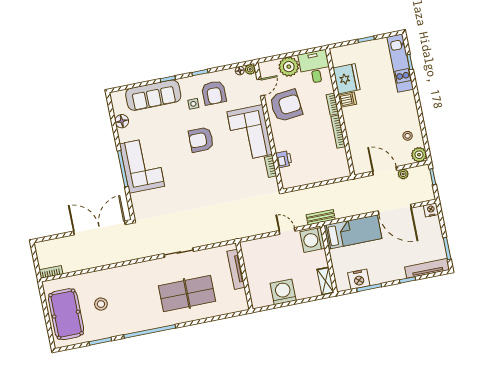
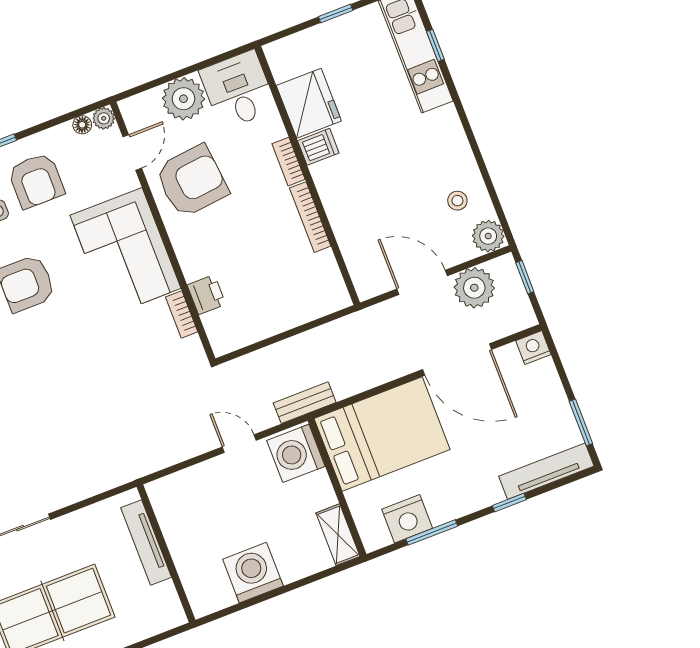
plant: (403, 174) -> (474, 288), width x1.88, depth x1.88
bed: (353, 232) -> (382, 434), width x1.50

